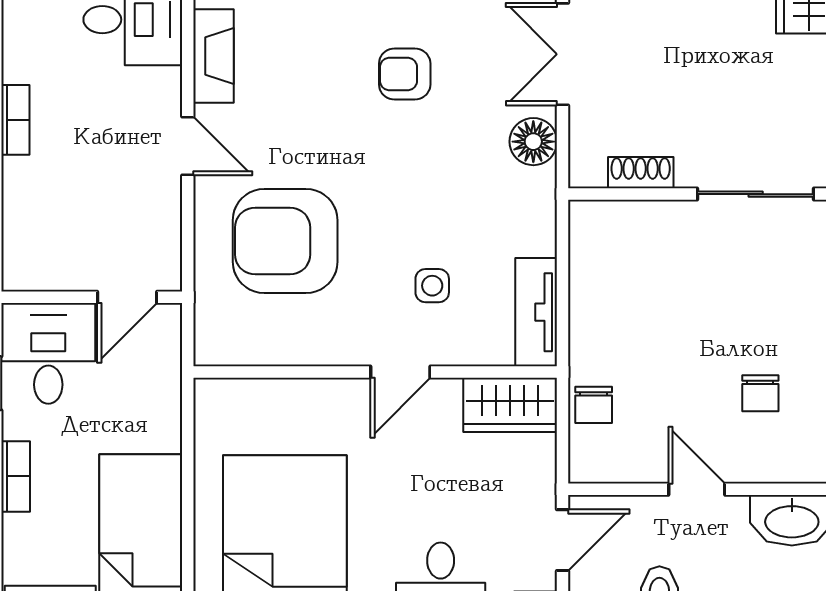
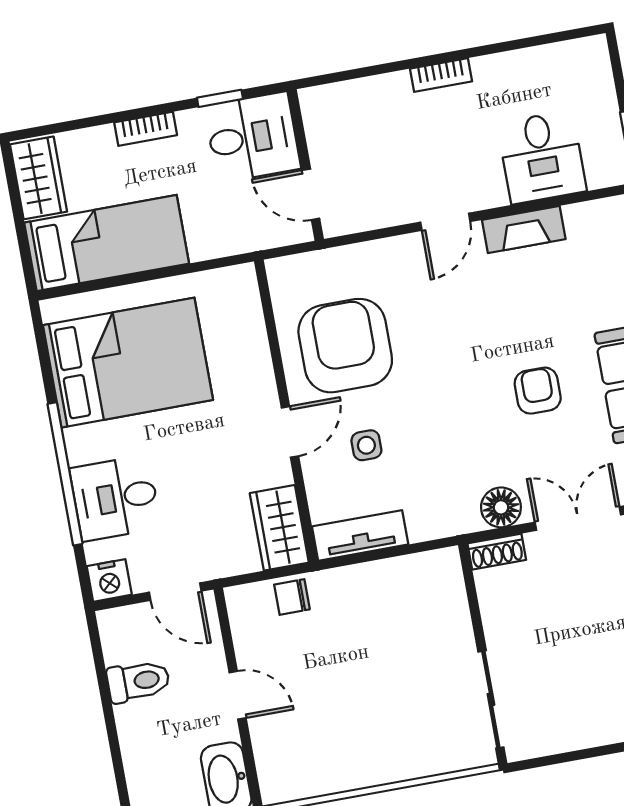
shoe rack: (641, 173) -> (497, 552), moved, turned 90
armchair: (285, 241) -> (345, 346), moved
door: (400, 372) -> (290, 432), swing flipped
chair: (760, 393) -> (327, 733), removed
door: (697, 489) -> (238, 695), hinge flipped

